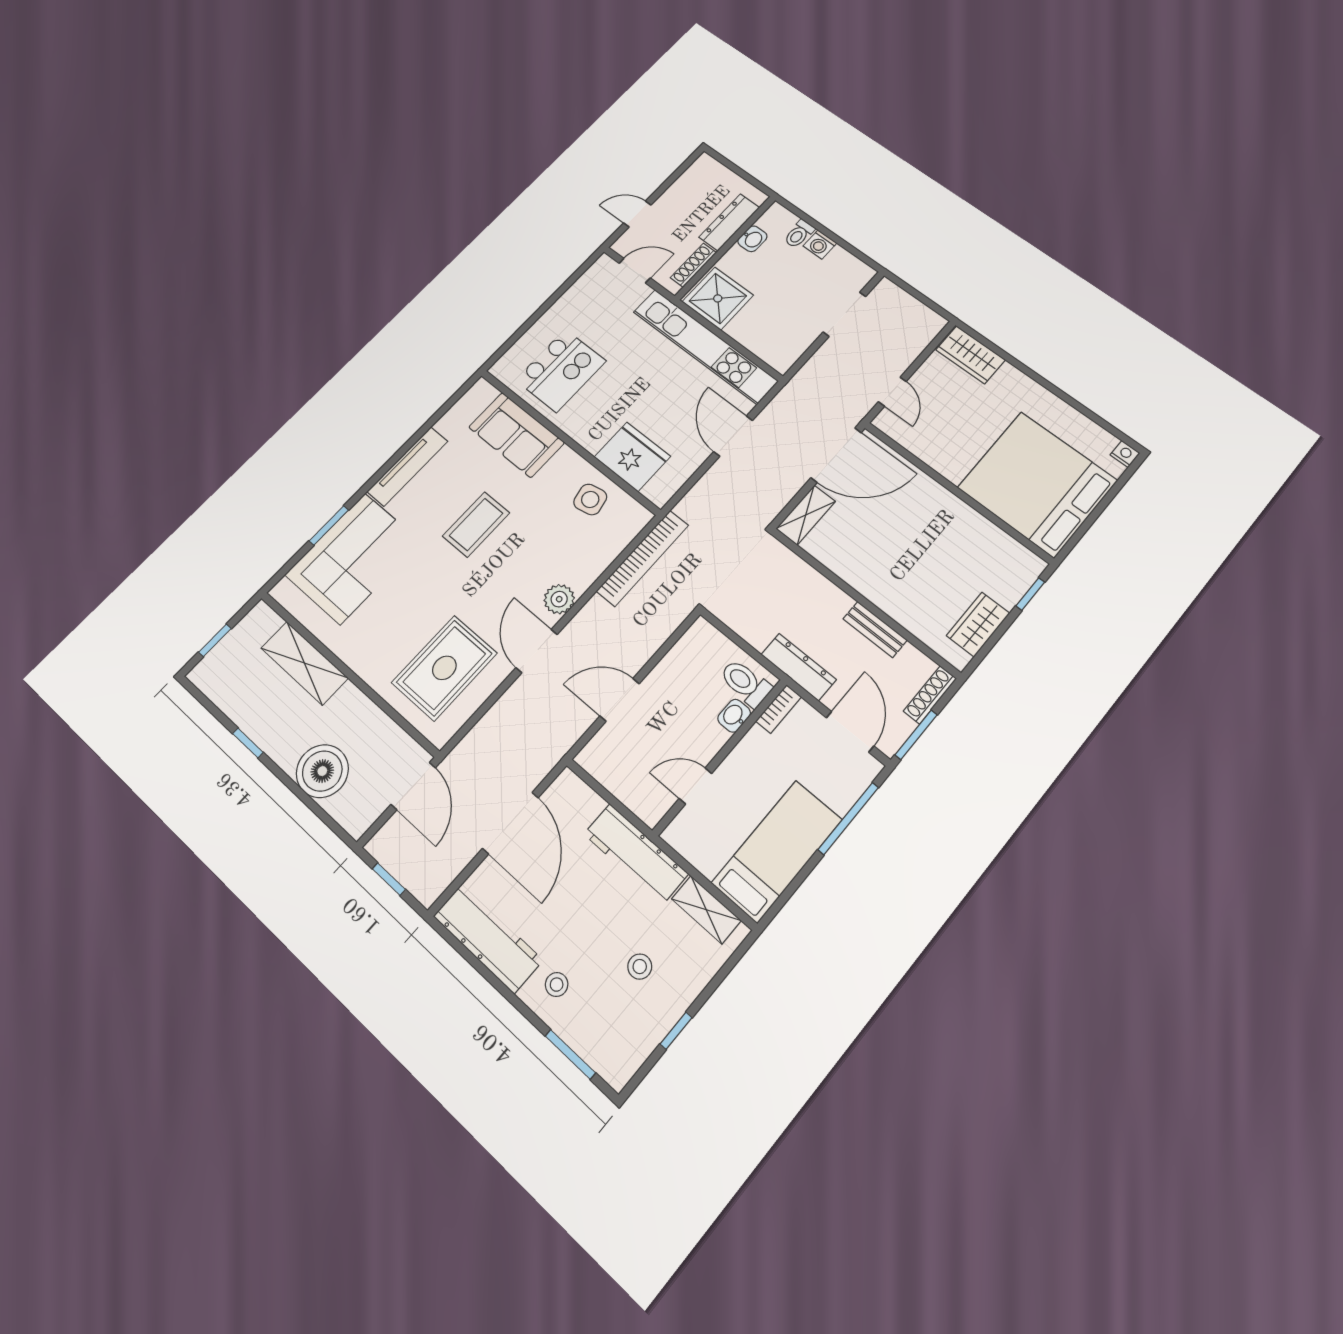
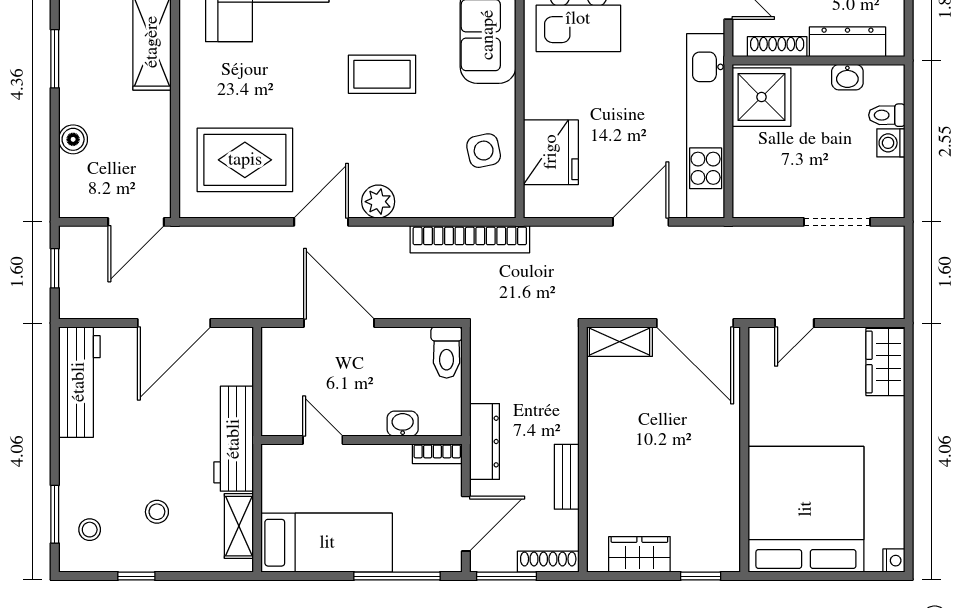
toilet: (745, 683) -> (447, 353), moved, turned 180
door: (620, 700) -> (339, 323), width x1.36
window: (248, 743) -> (55, 59), width x1.50
boiler: (322, 771) -> (73, 139), width x0.54, depth x0.54
stool: (557, 985) -> (90, 530), moved

